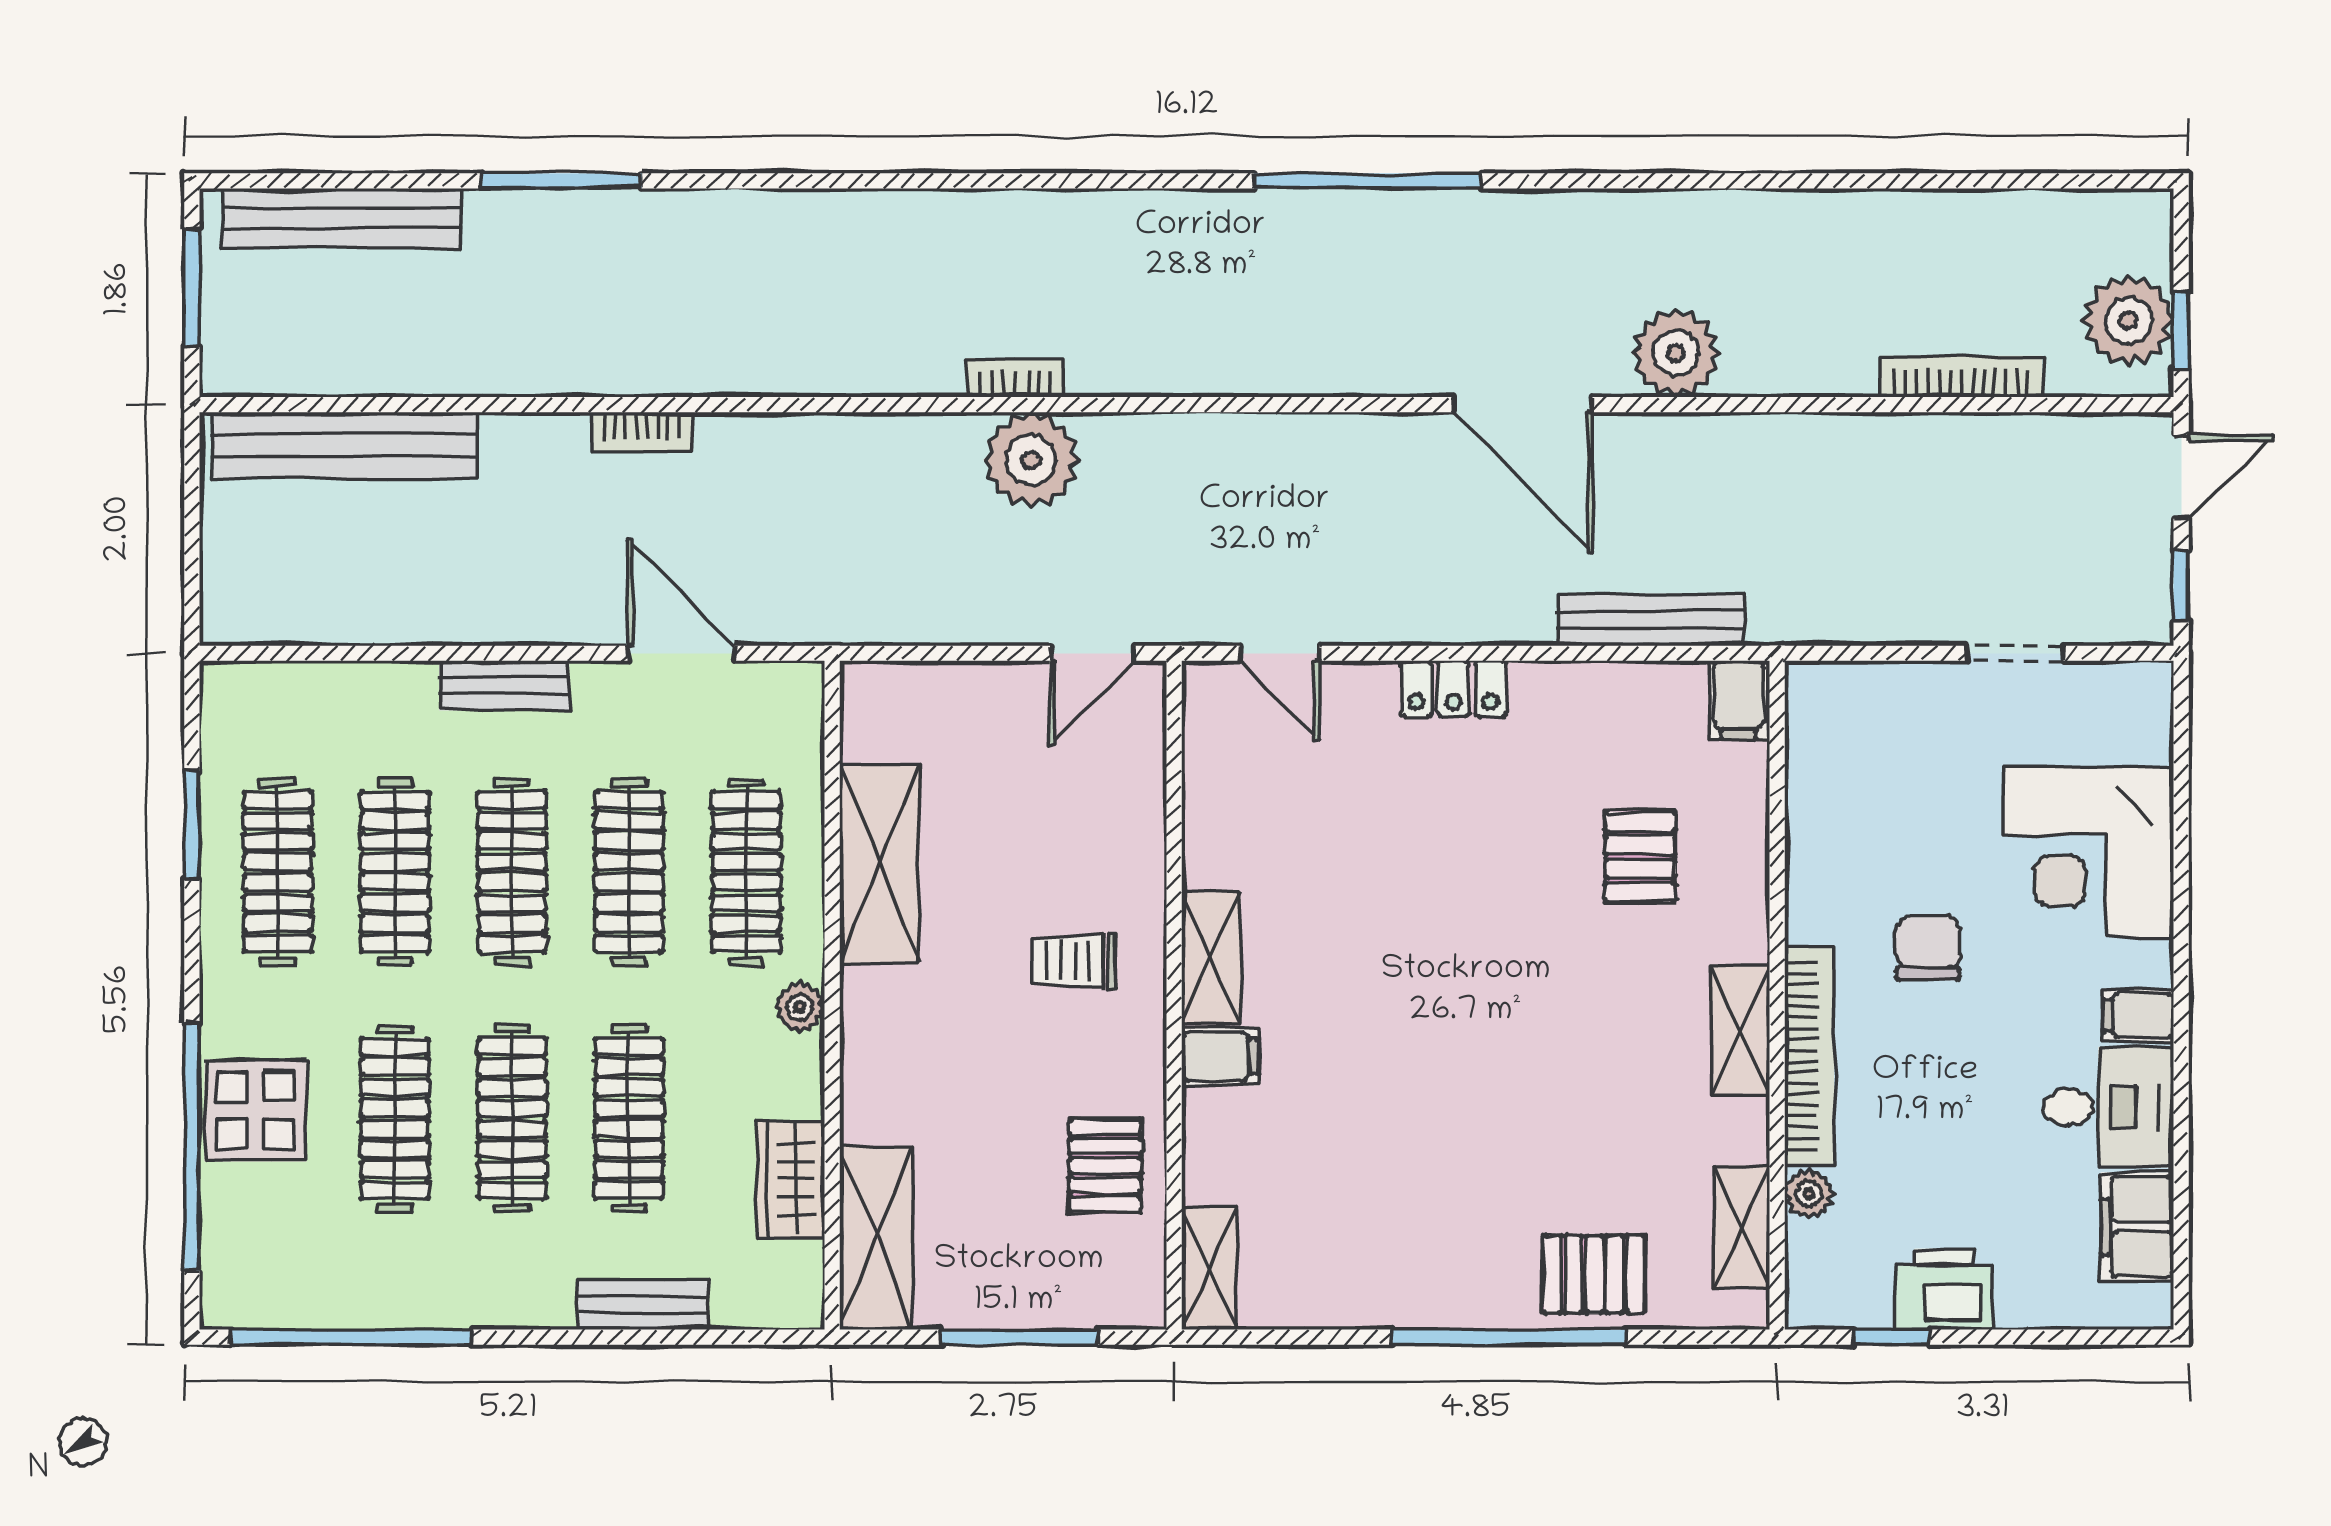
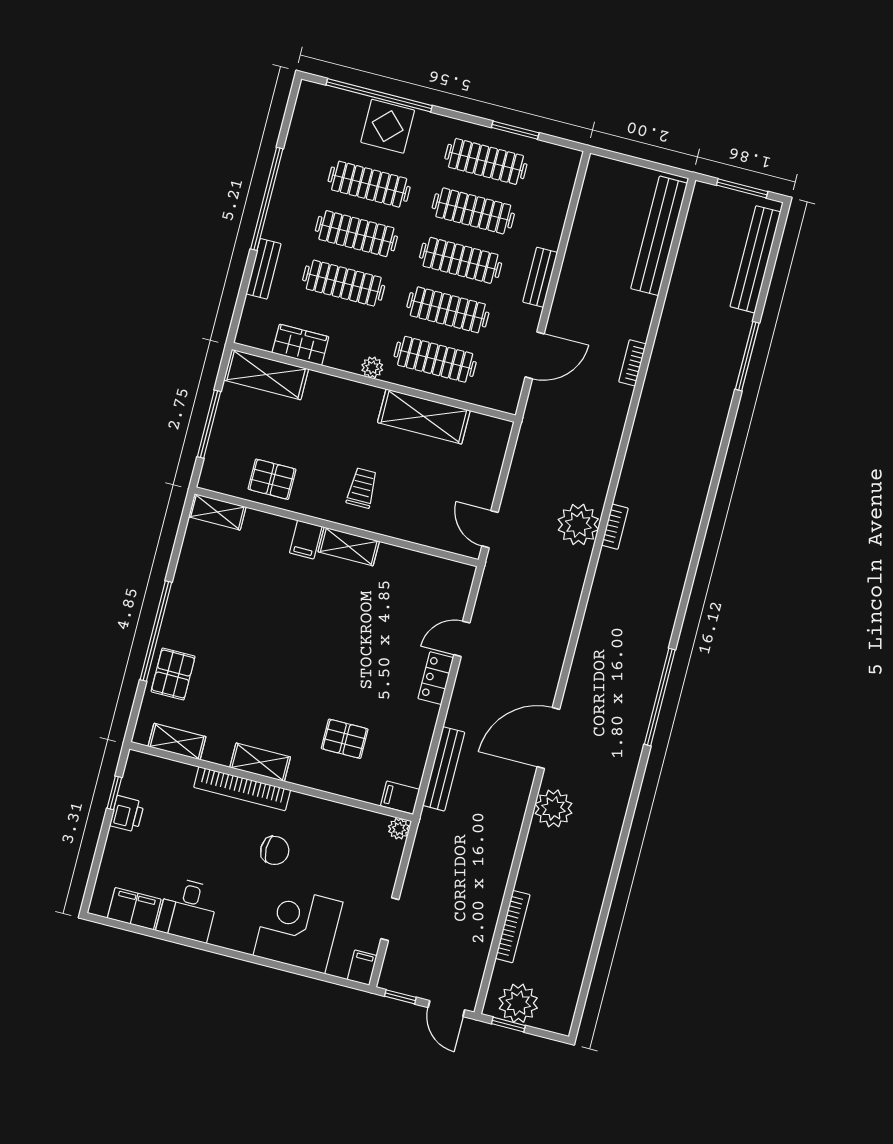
door: (1280, 653) -> (462, 639), moved
filing cabinet: (2138, 1015) -> (362, 968), moved
plant: (1809, 1194) -> (399, 829), moved
printer: (1944, 1289) -> (127, 814), width x0.73, depth x0.81
window: (351, 1337) -> (267, 199), moved

